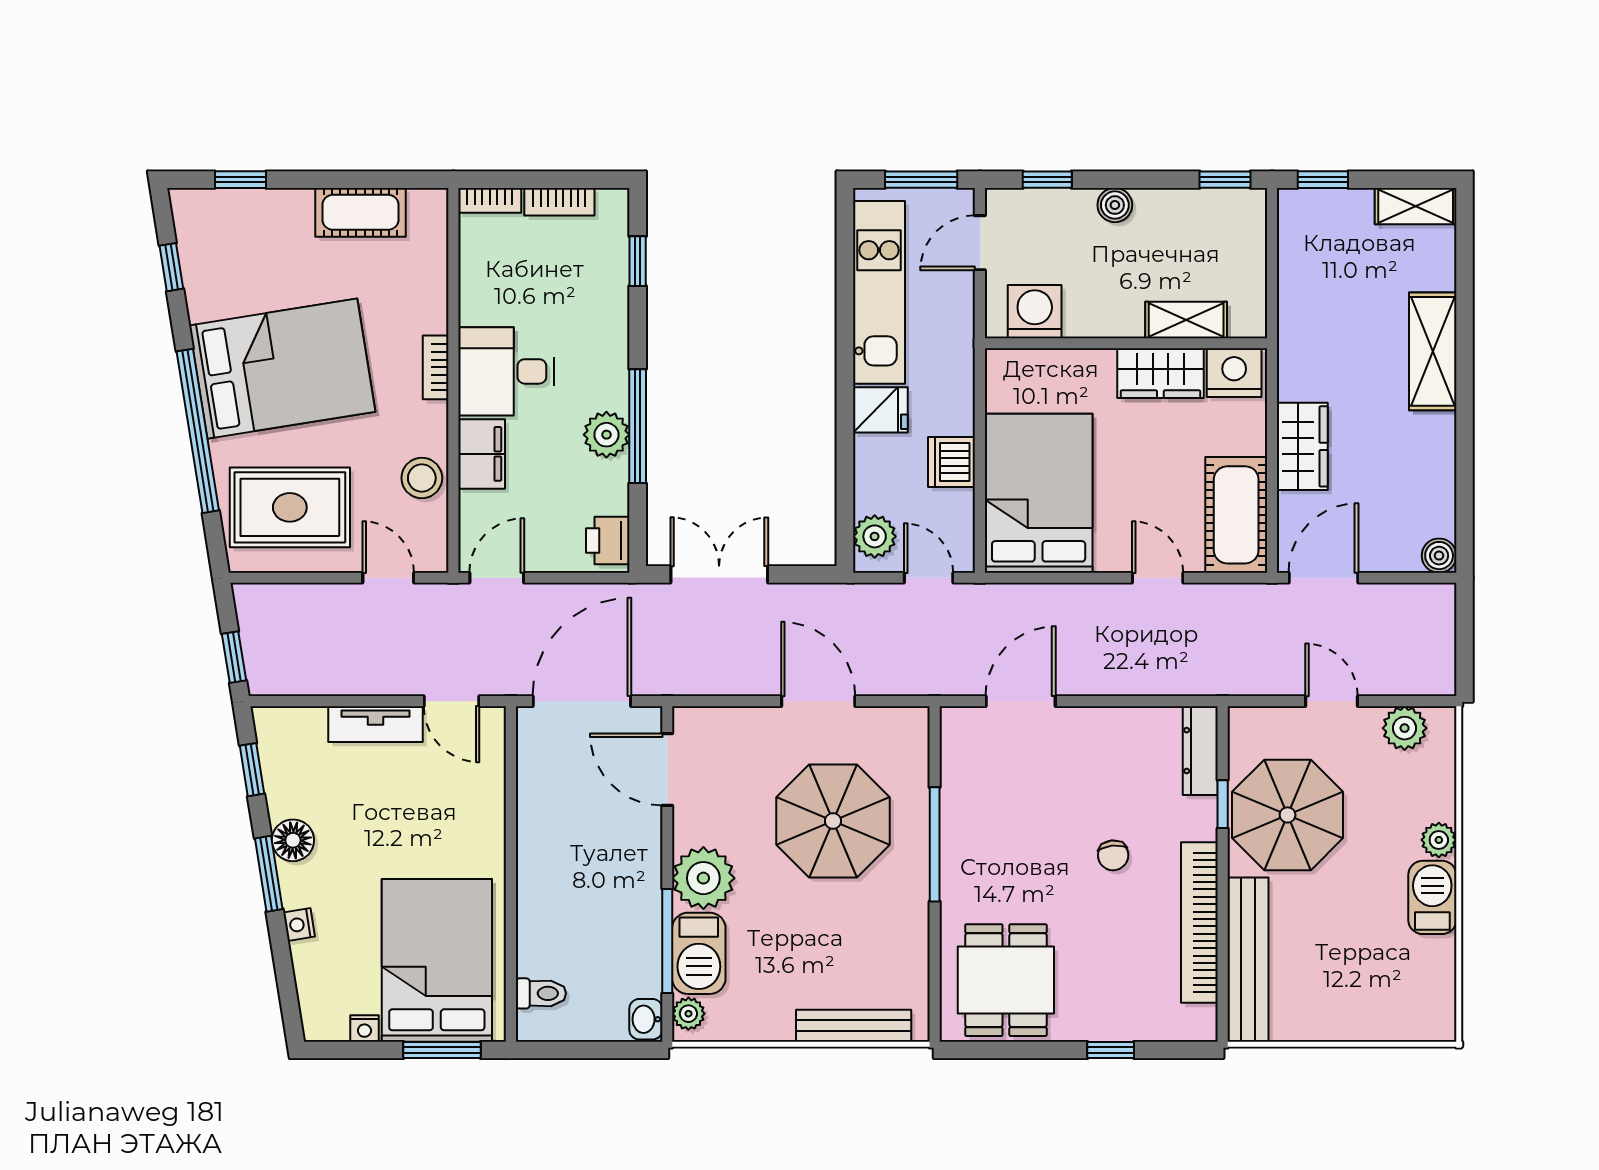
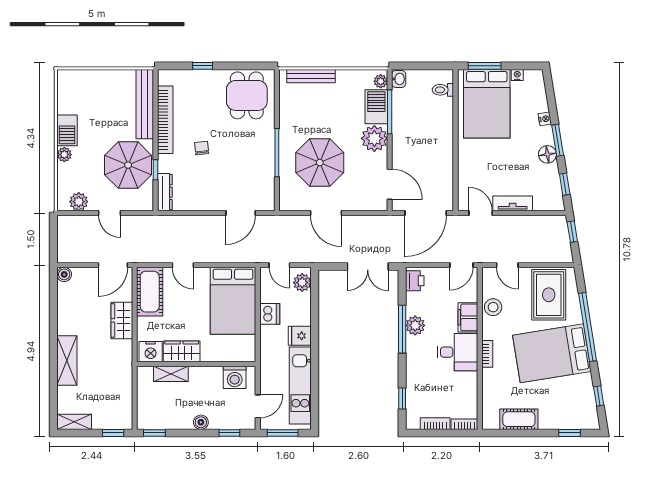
rug: (290, 507) -> (549, 295), turned 90

